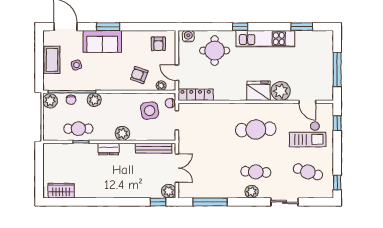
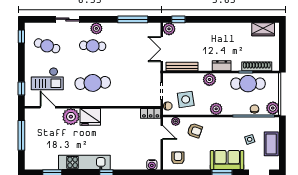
round table: (215, 51) -> (129, 152), removed
locker: (196, 95) -> (151, 113), width x0.66
plant: (94, 100) -> (216, 109), moved
cafe table: (78, 129) -> (248, 84), width x1.37, depth x1.35
checkout: (308, 134) -> (47, 79), turned 180
shoe rack: (68, 148) -> (257, 66), added

